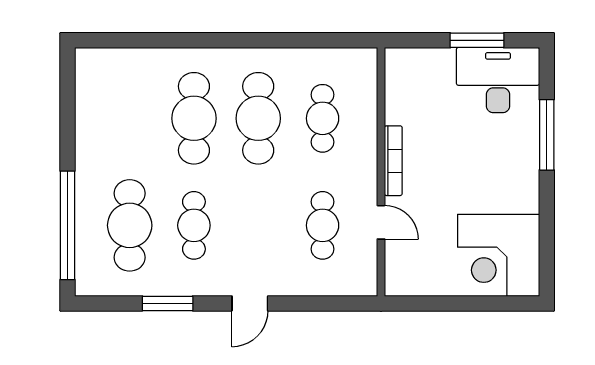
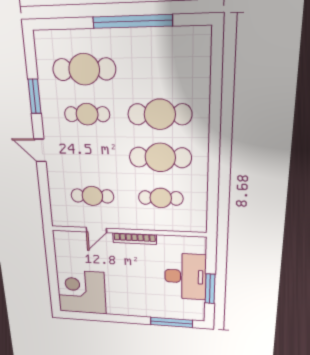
desk: (498, 80) -> (185, 277), moved
window: (547, 135) -> (171, 322), moved
window: (68, 225) -> (132, 21), moved

